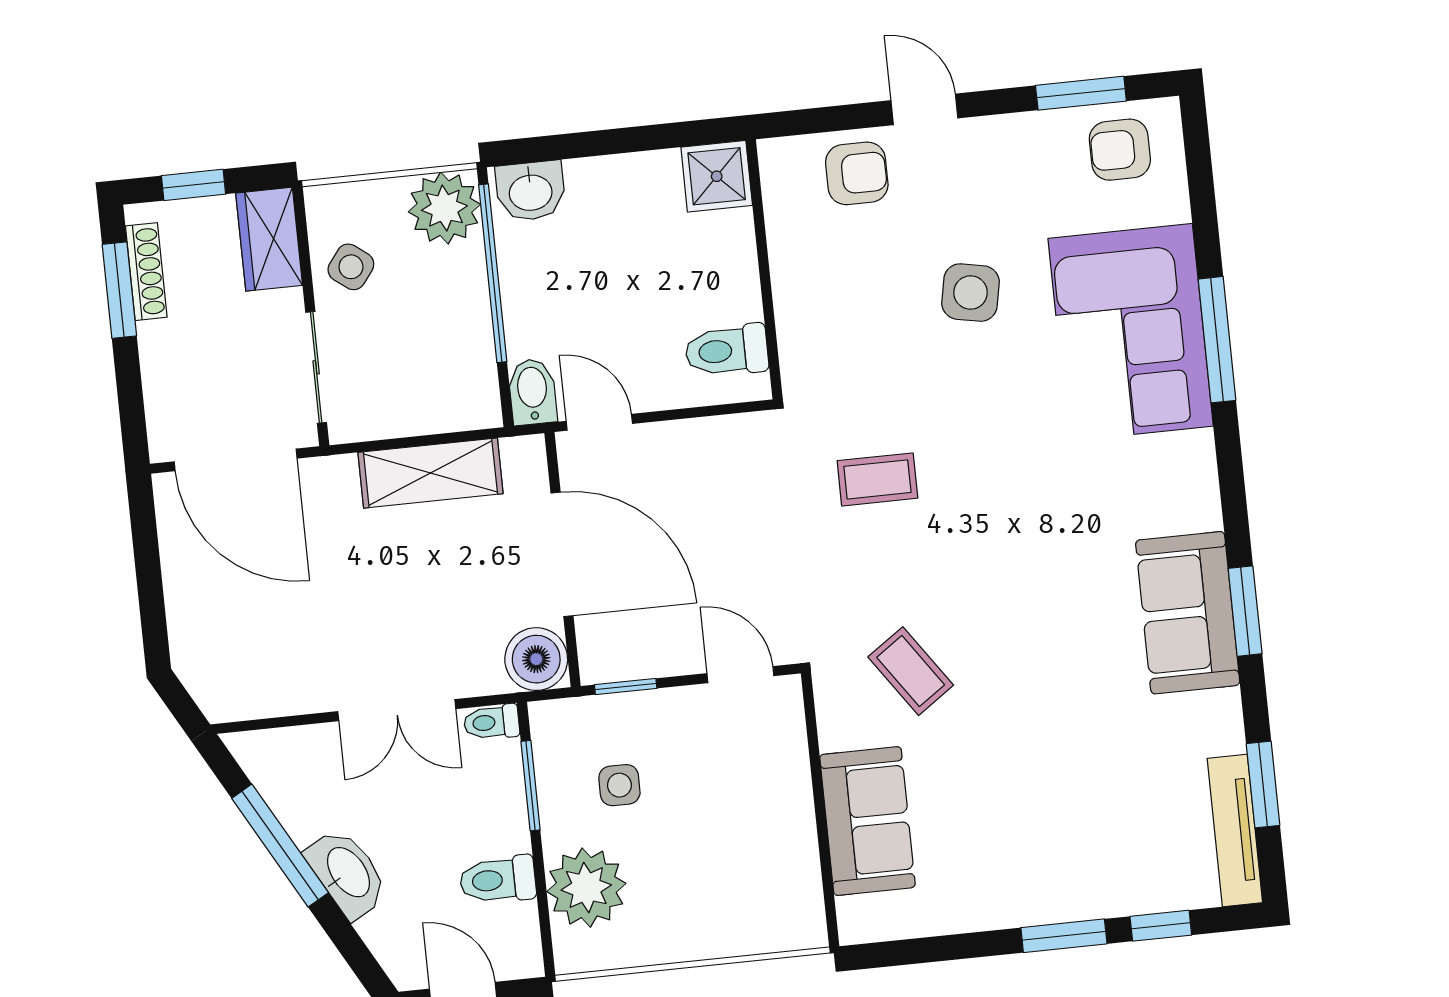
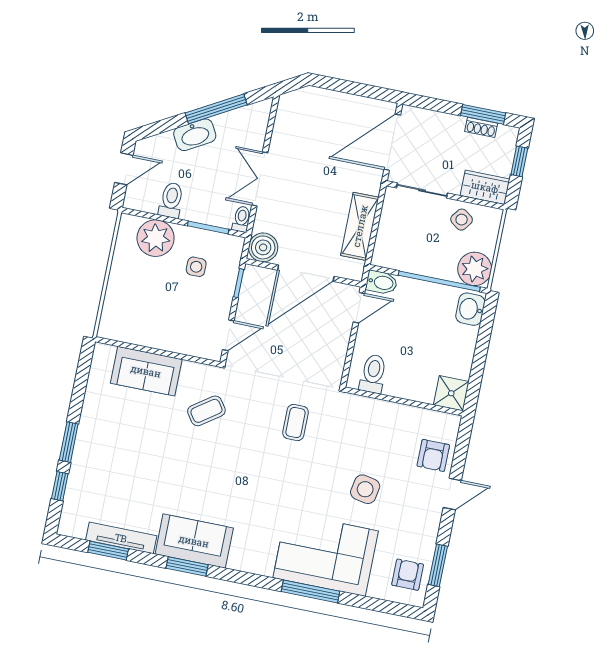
shoe rack: (146, 272) -> (481, 127), width x0.70
tv unit: (1235, 830) -> (121, 538), moved

